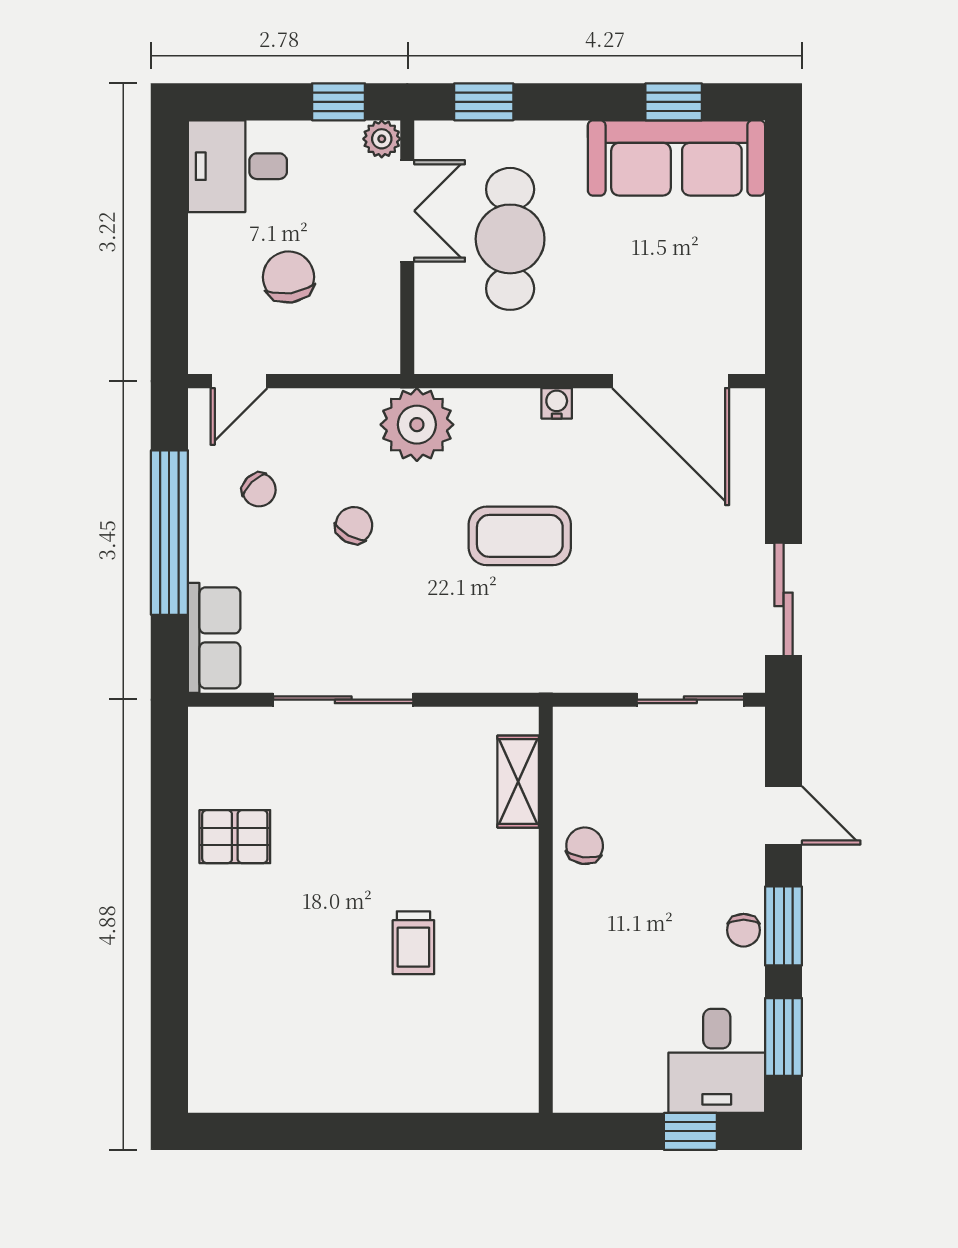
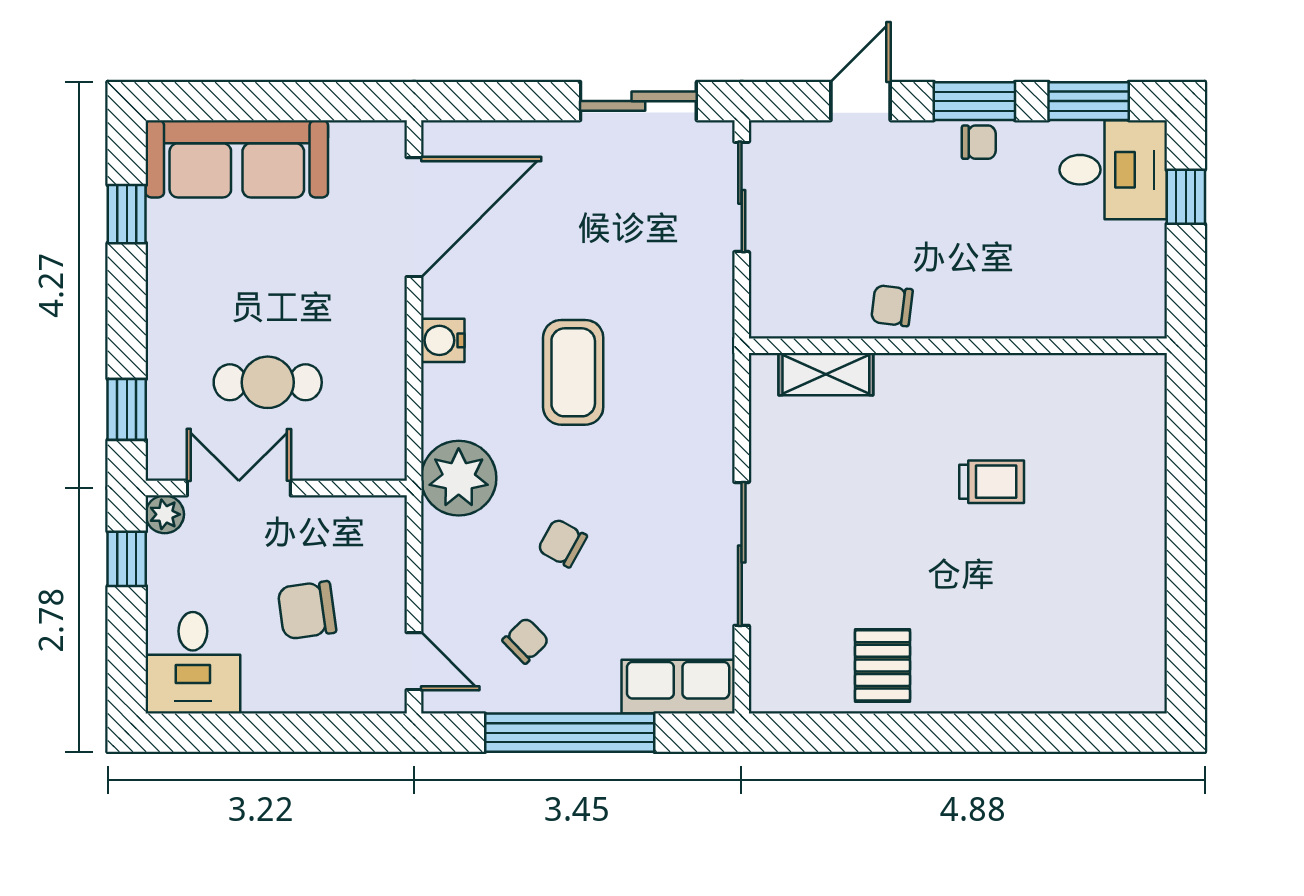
sofa: (676, 158) -> (237, 159), moved, turned 90
cafe table: (510, 239) -> (268, 382), width x0.73, depth x0.74
water cooler: (557, 403) -> (443, 340), width x1.38, depth x1.38

